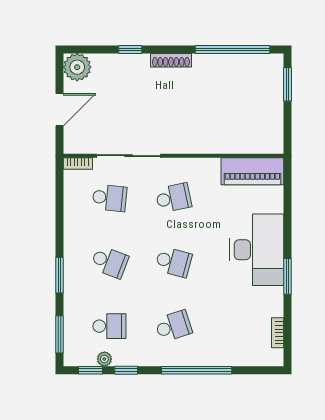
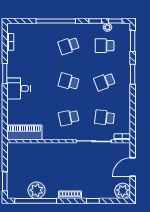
plant: (231, 68) -> (37, 190), added
desk: (257, 250) -> (18, 88), width x0.53, depth x0.77
school desk: (109, 262) -> (105, 82), turned -42

